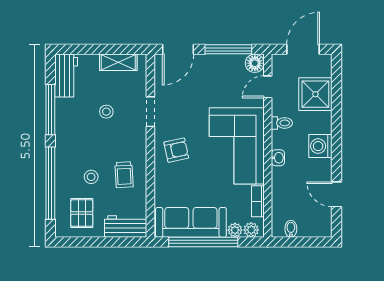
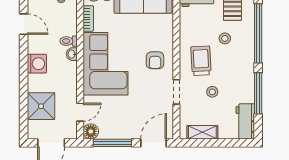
toilet: (282, 123) -> (69, 41), moved
armchair: (176, 150) -> (155, 60), turned -78
trolley: (124, 175) -> (201, 61), moved, width x1.36, depth x1.39

